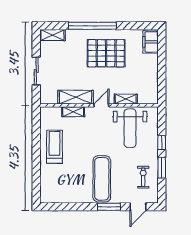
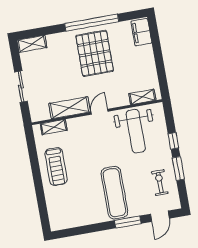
window: (92, 26) -> (92, 23), moved
pallet: (106, 53) -> (95, 53), turned 90
shelving: (126, 99) -> (142, 97), moved
shelving: (73, 112) -> (54, 127), moved
treadmill: (54, 147) -> (56, 167), turned 180

